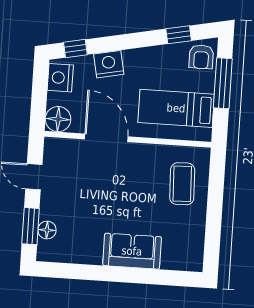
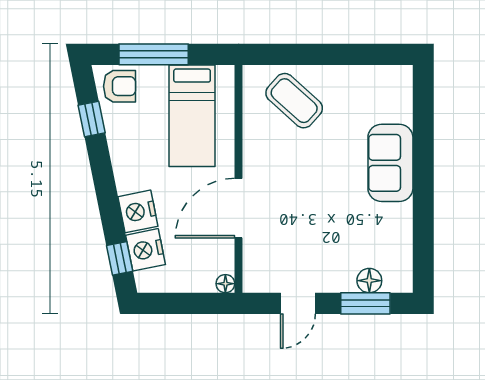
nightstand: (60, 78) -> (146, 250), moved, turned 79
floor lamp: (58, 119) -> (225, 284), width x0.53, depth x0.53
coffee table: (182, 184) -> (294, 101), turned 44

